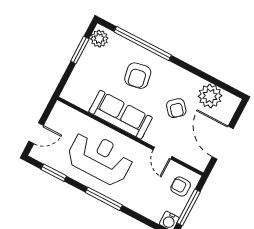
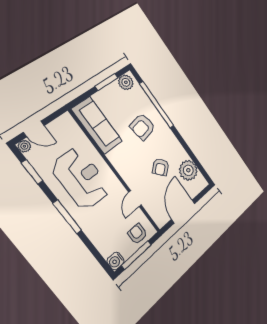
sofa: (121, 115) -> (97, 125), moved
plant: (36, 153) -> (24, 146), added

